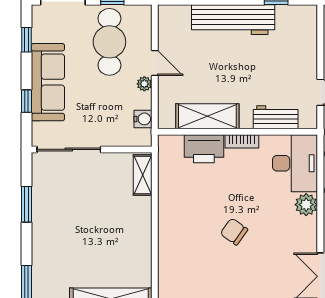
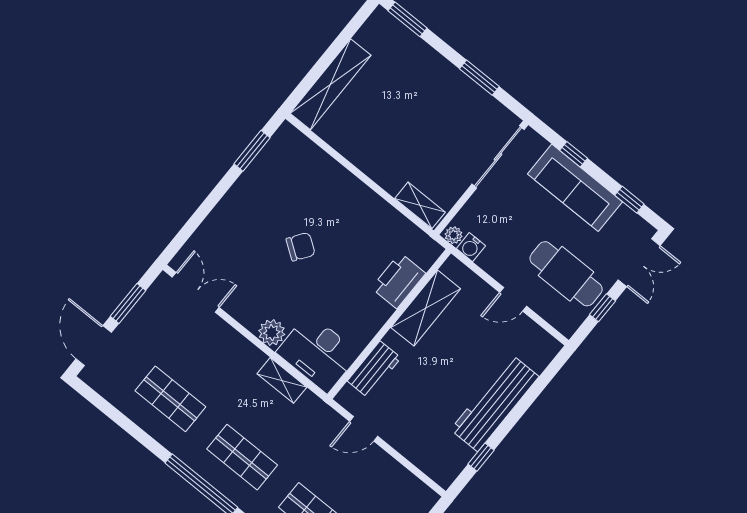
plant: (144, 84) -> (454, 235), moved
bookcase: (242, 141) -> (377, 321), removed

